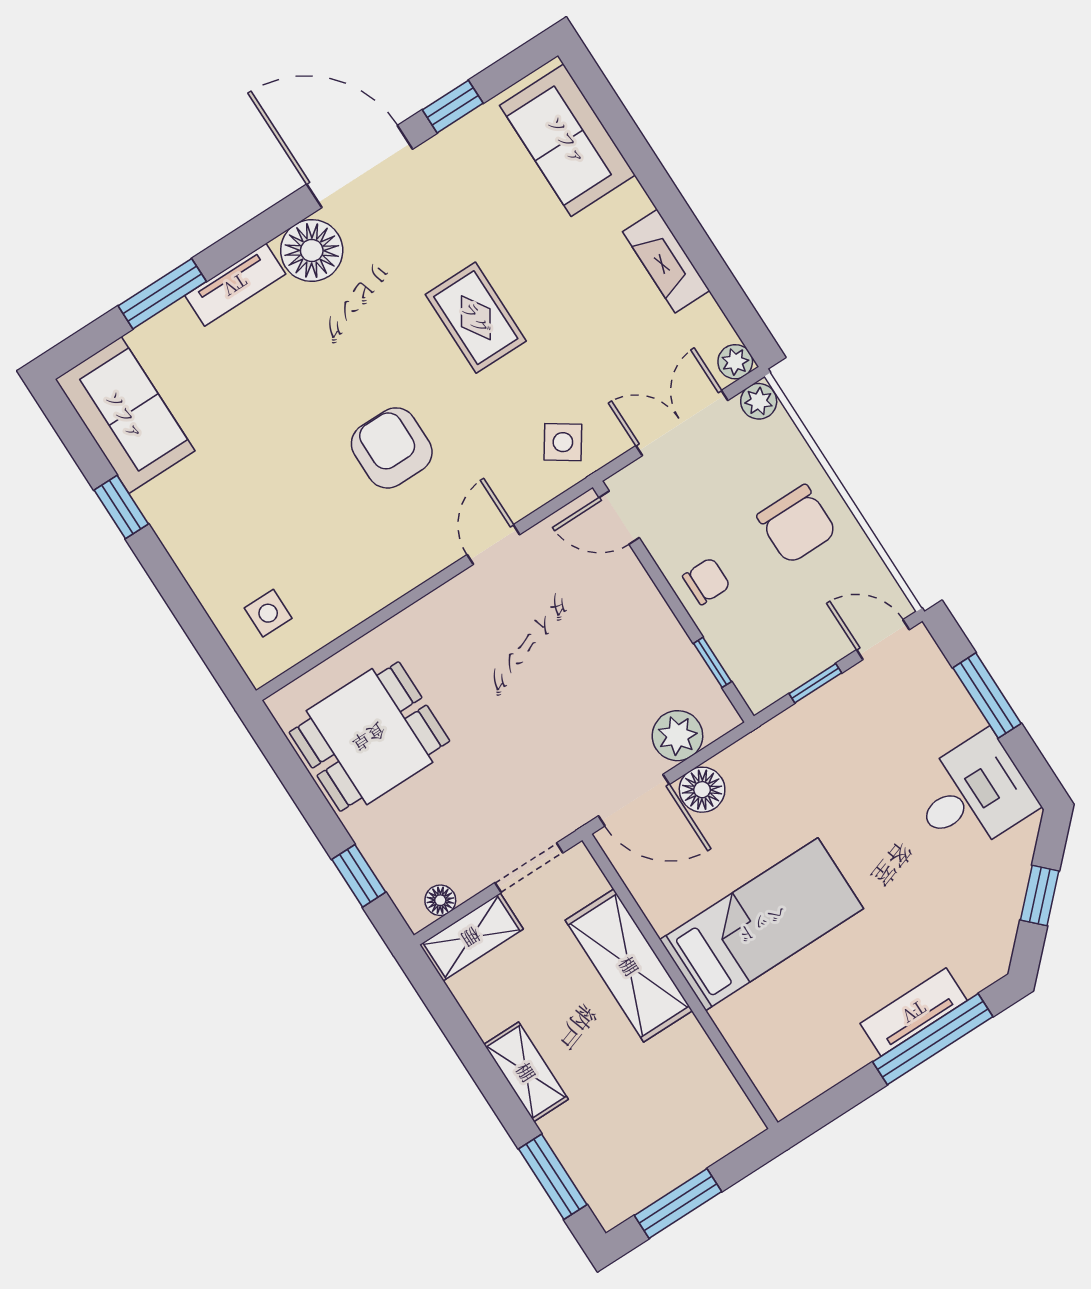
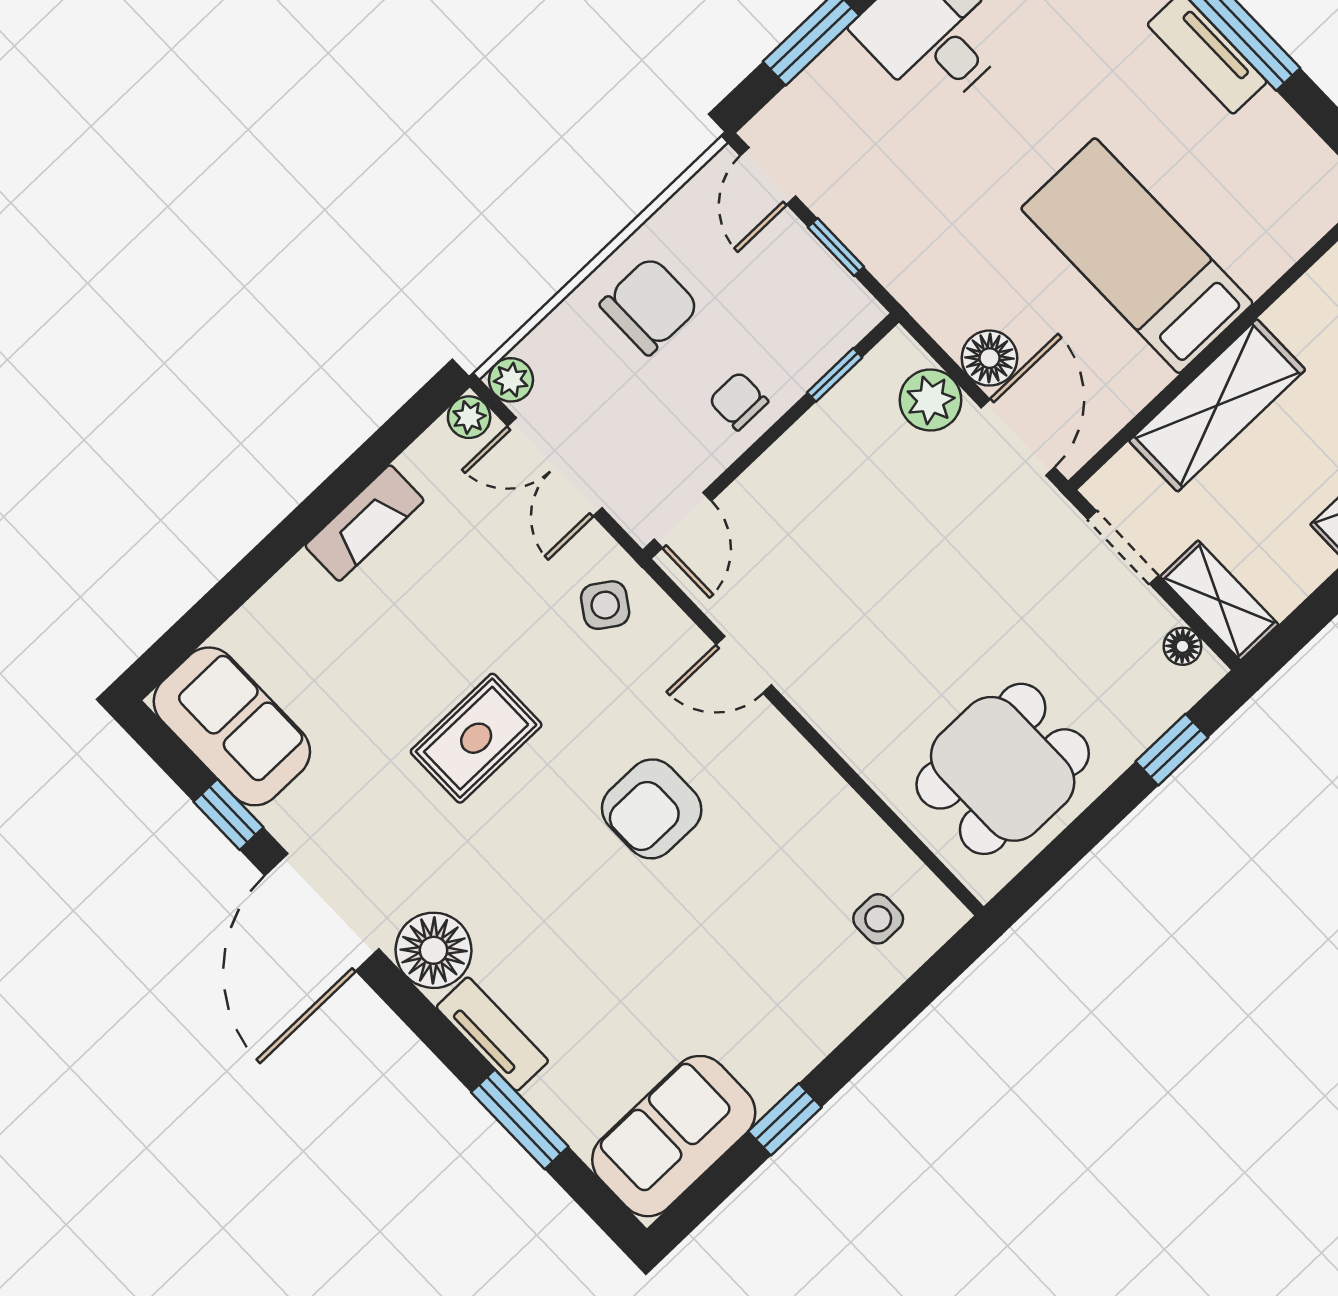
sofa: (567, 140) -> (232, 726), moved, turned -90
dining table: (369, 737) -> (1003, 769), turned 90

